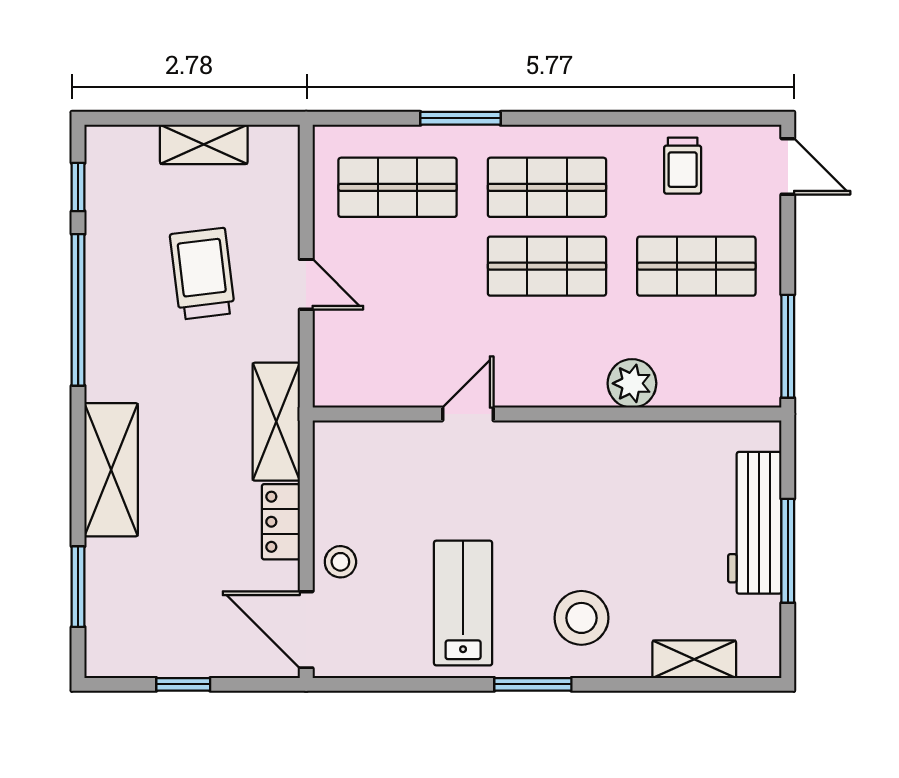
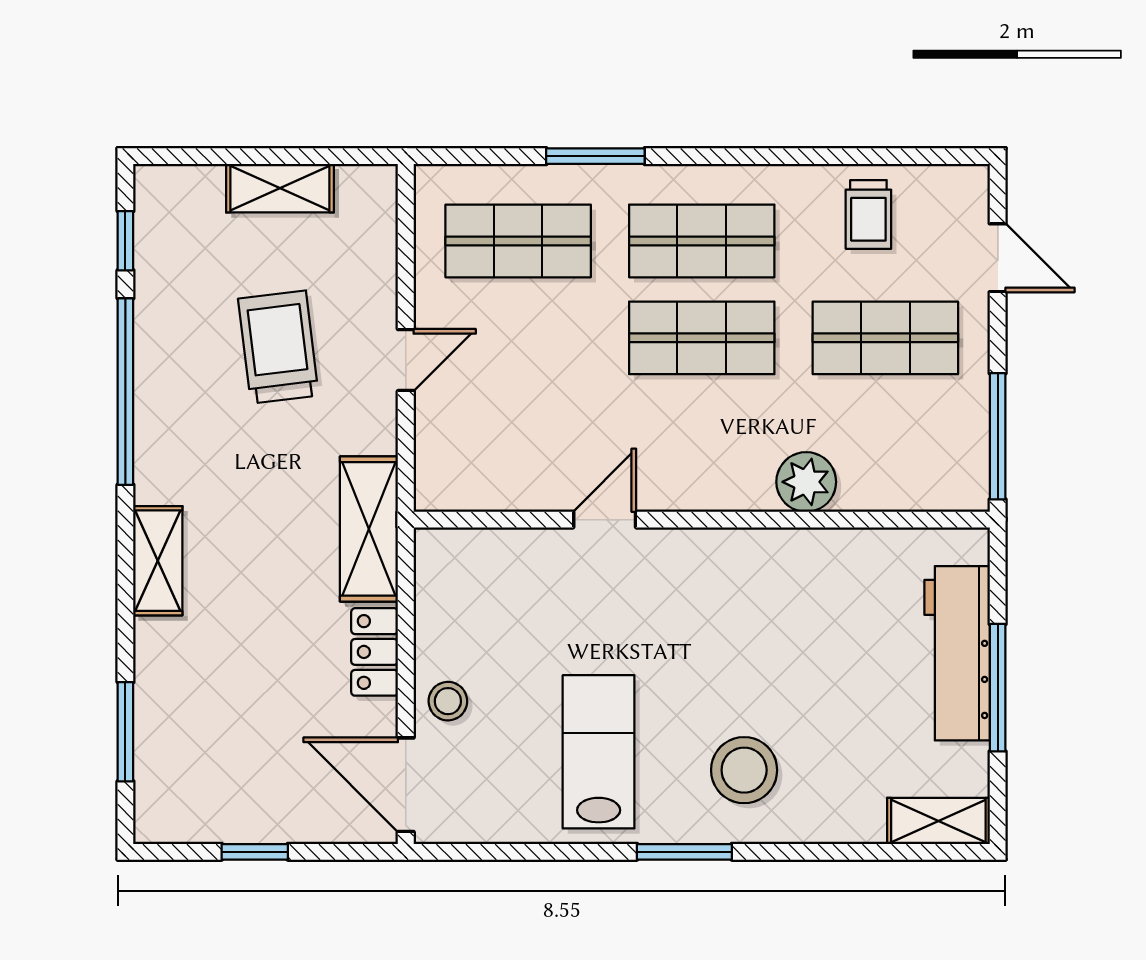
door: (788, 166) -> (998, 258), moved
door: (306, 284) -> (406, 360), hinge flipped
shelving: (111, 470) -> (158, 561), width x0.67, depth x0.75
shelving: (694, 659) -> (938, 821), moved

